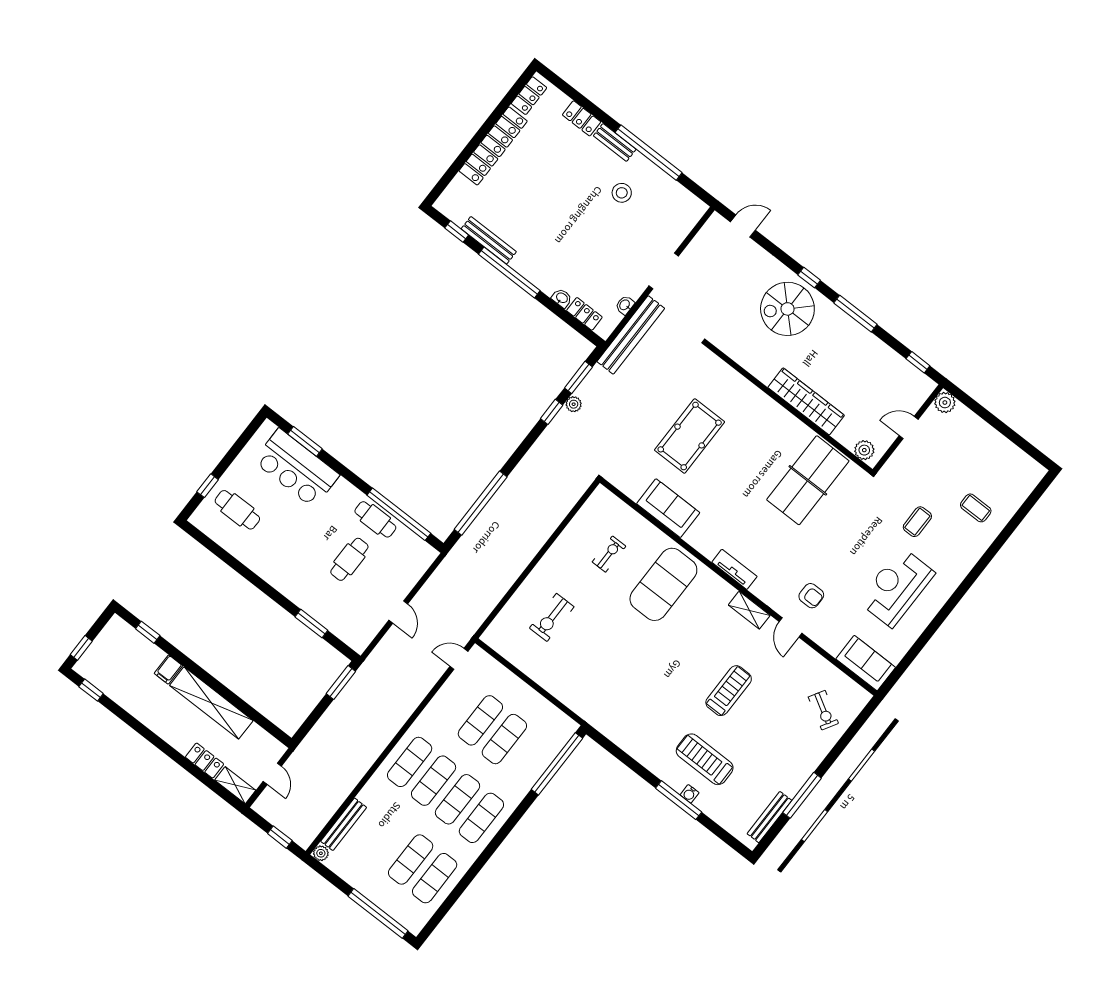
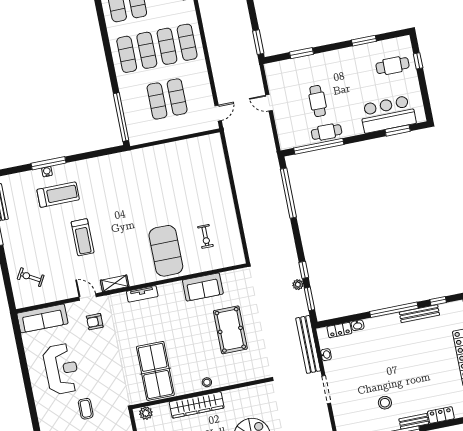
stool: (771, 412) -> (207, 382), added
window: (237, 566) -> (364, 41), added
exercise bike: (552, 617) -> (198, 179), removed
sofa: (866, 663) -> (42, 318), width x1.36

